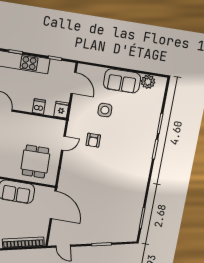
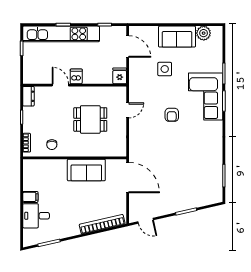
dishwasher: (39, 106) -> (76, 76), moved
armchair: (93, 140) -> (172, 115), moved
corner sofa: (139, 142) -> (206, 97), added
dining table: (35, 161) -> (90, 119), moved, turned 90

